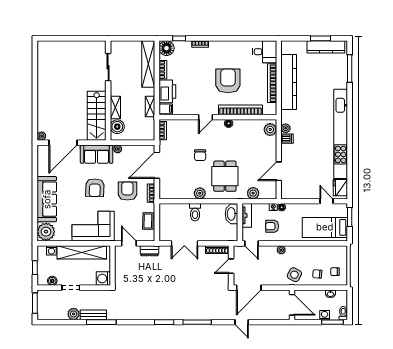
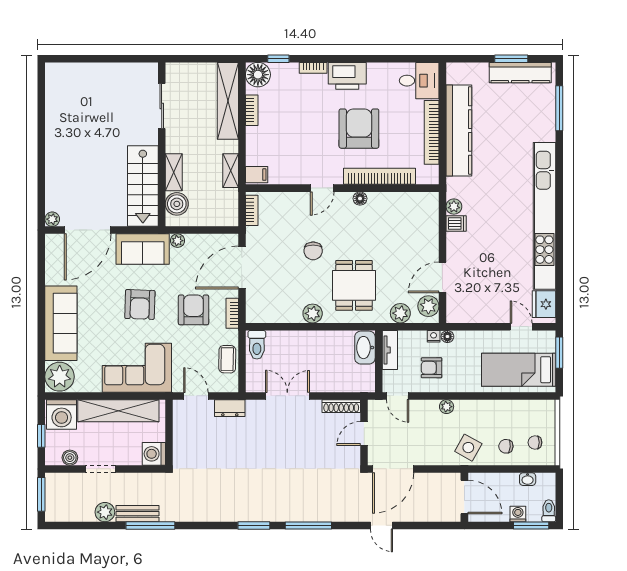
printer: (167, 91) -> (347, 76), moved, turned 90
plant: (270, 130) -> (428, 306), moved
toilet: (195, 212) -> (257, 345), moved
double door: (184, 243) -> (287, 396), swing flipped
washing machine: (51, 250) -> (62, 414), width x1.89, depth x1.89

